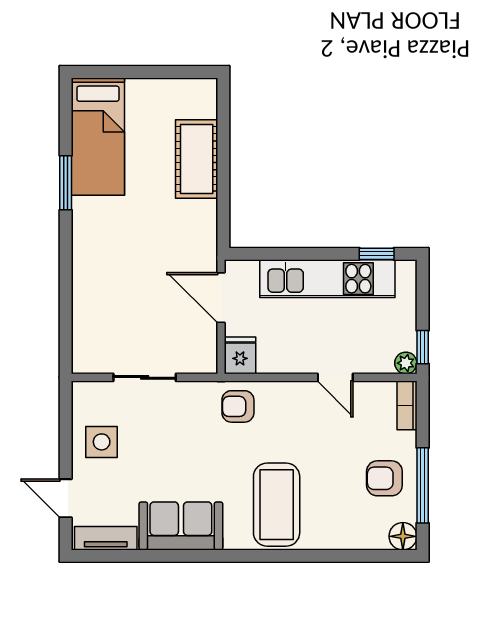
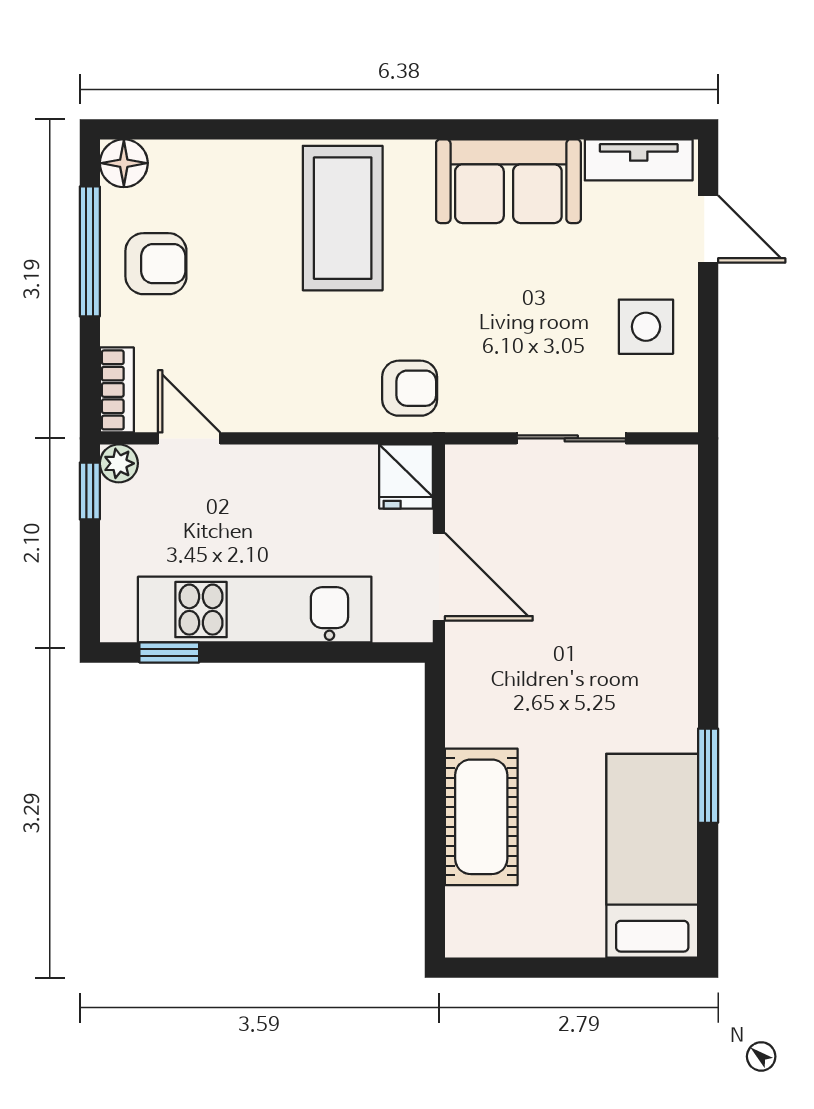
door: (335, 377) -> (189, 438), moved

